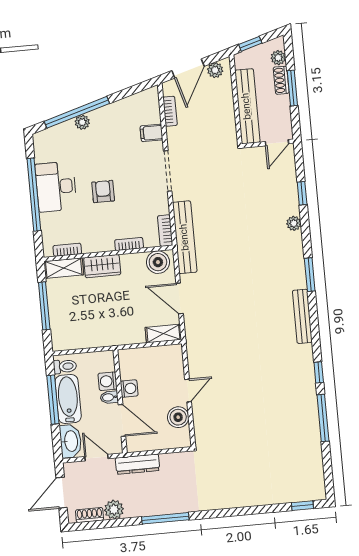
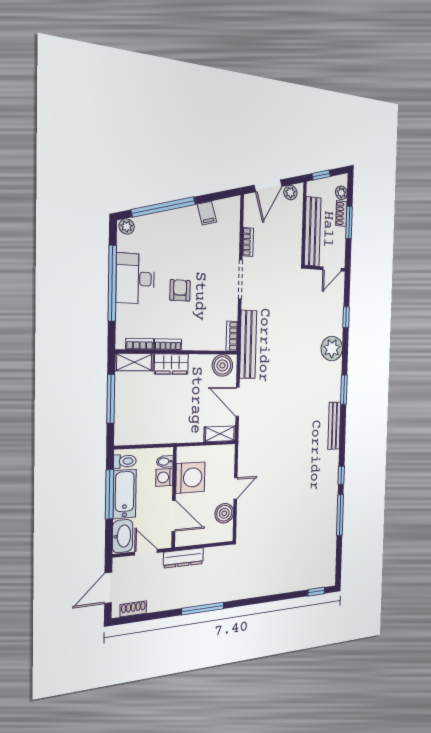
bookcase: (170, 111) -> (248, 242), moved
plant: (82, 122) -> (127, 226), moved
filing cabinet: (152, 133) -> (207, 213), moved, turned -106
plant: (294, 223) -> (332, 349), width x1.88, depth x1.88
bookcase: (129, 244) -> (168, 344), moved
washing machine: (129, 389) -> (190, 478), width x1.89, depth x1.89
bidet: (109, 397) -> (165, 462), moved
plant: (114, 510) -> (157, 602), removed

